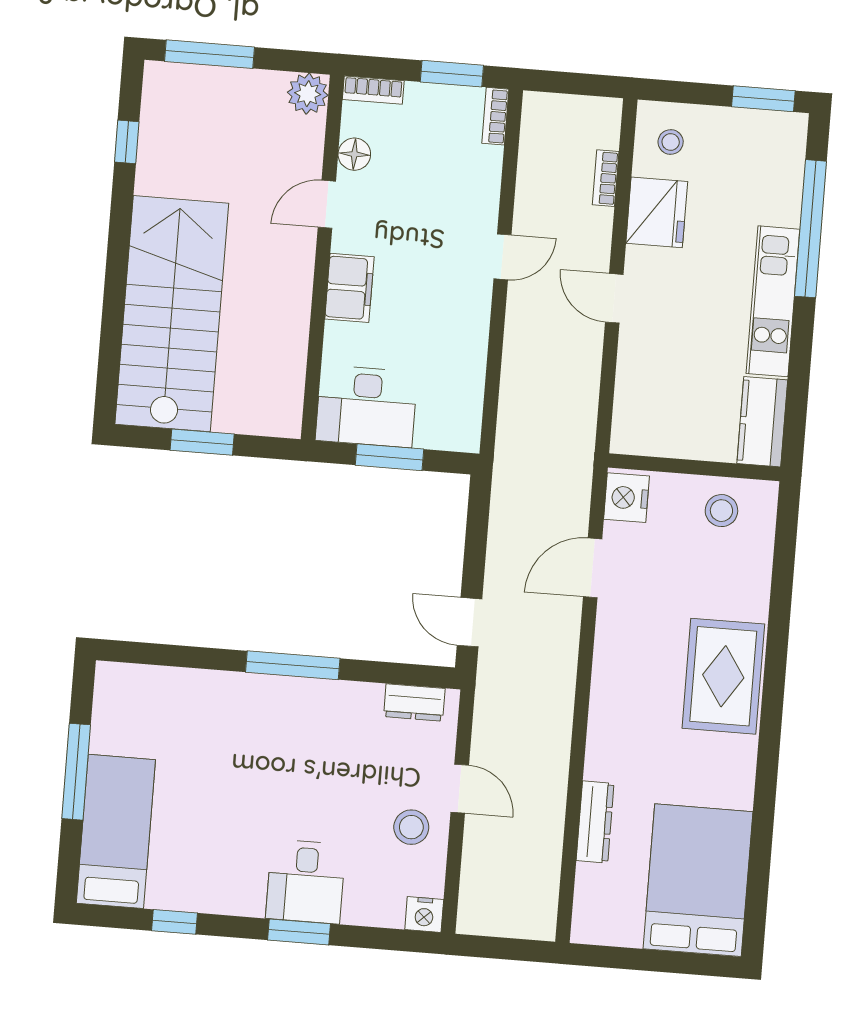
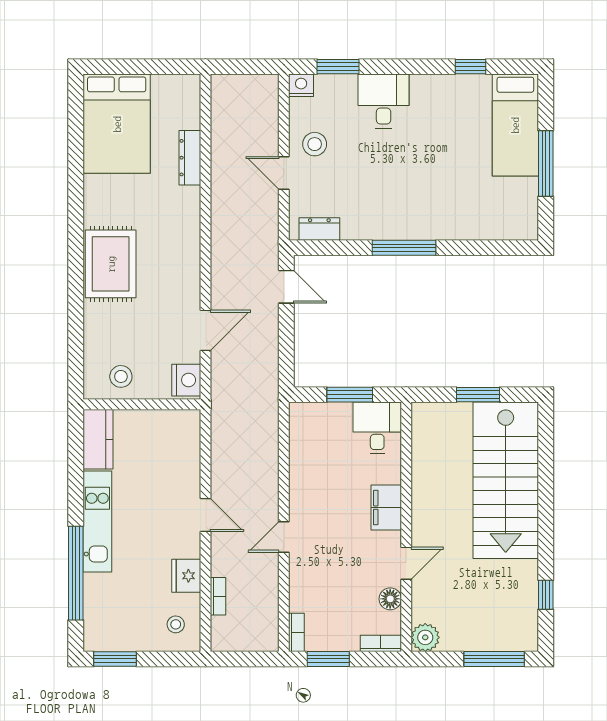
fridge: (657, 212) -> (186, 576), width x0.73, depth x0.75
desk: (366, 406) -> (377, 428), width x0.73
window: (299, 932) -> (338, 67), moved

